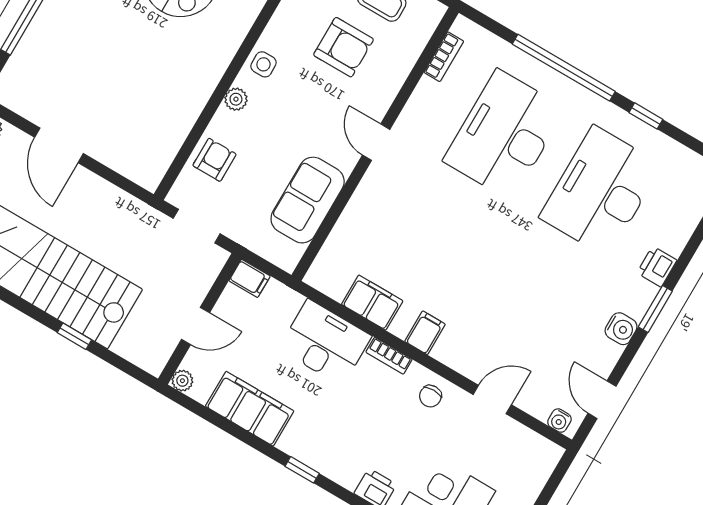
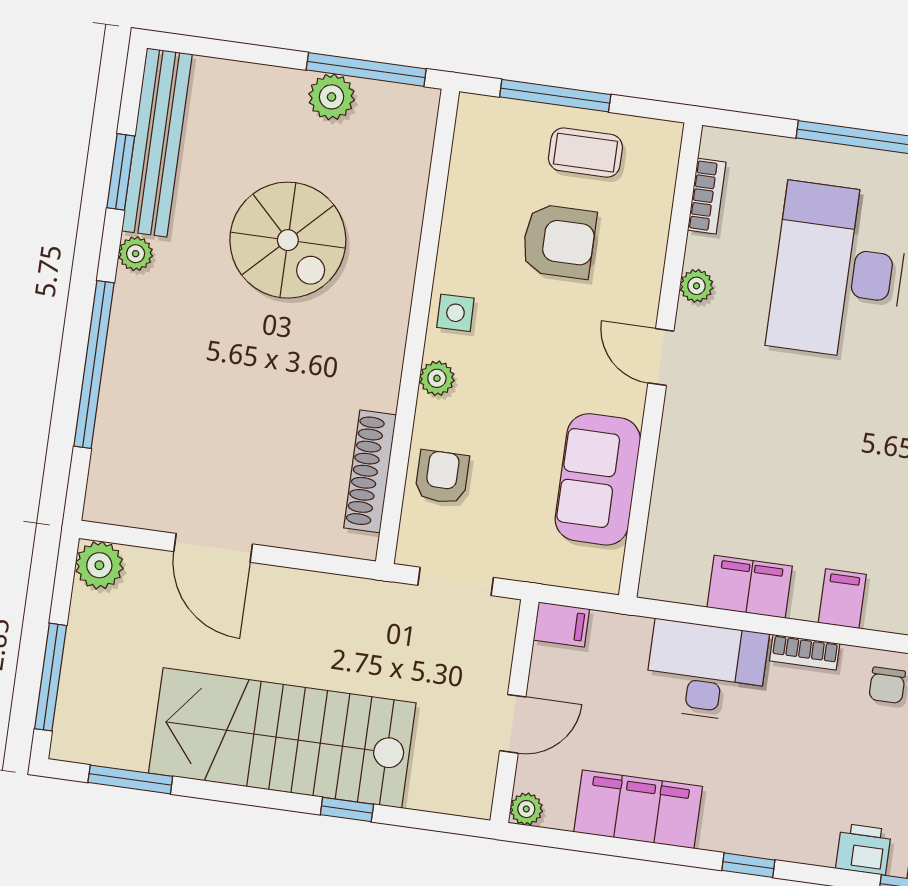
plant: (415, 108) -> (696, 286), added
shoe rack: (173, 139) -> (370, 471), added

